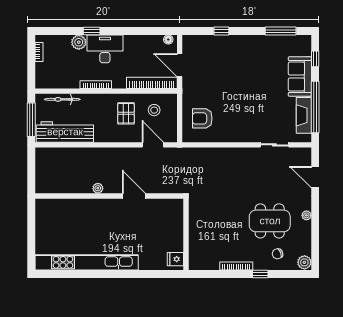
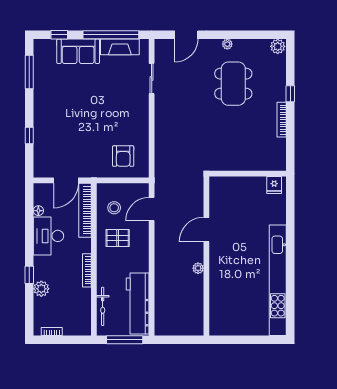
floor lamp: (168, 40) -> (38, 211), moved
desk: (105, 49) -> (48, 236), moved
chair: (278, 254) -> (269, 75), removed

